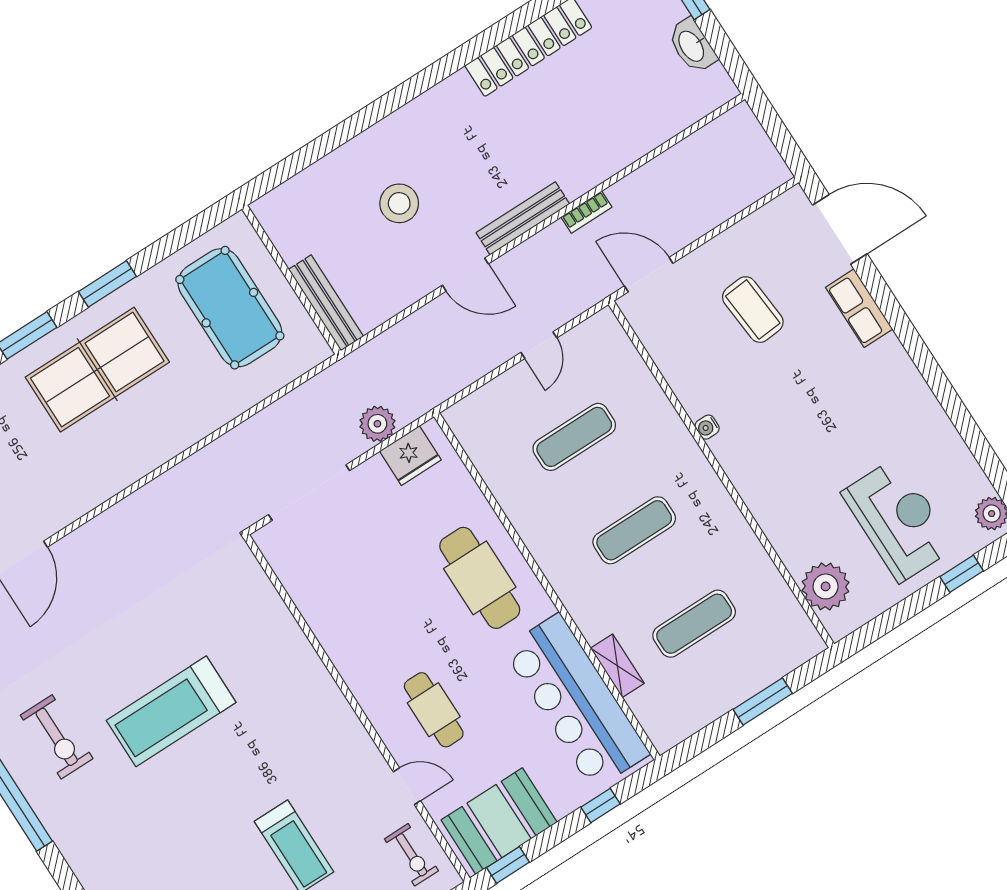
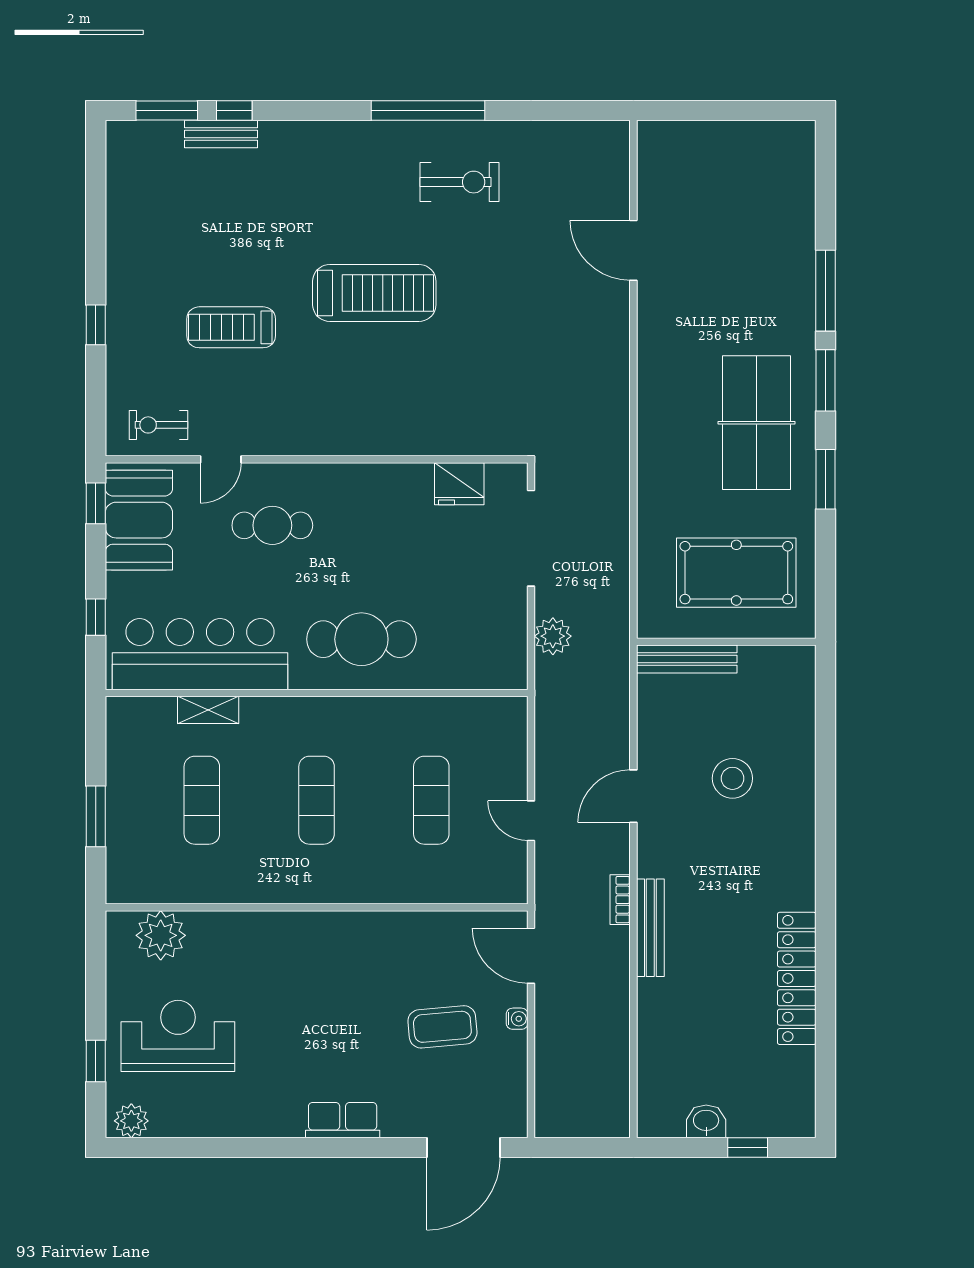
washbasin: (692, 46) -> (706, 1121), width x0.72
bookcase: (586, 212) -> (620, 900), moved
bench: (523, 218) -> (650, 928), moved
door: (649, 275) -> (531, 956), swing flipped
row of seats: (859, 308) -> (343, 1120), moved
water cooler: (707, 427) -> (517, 1019), moved, turned 90
fridge: (410, 456) -> (459, 484), moved, turned -90
reception desk: (898, 520) -> (178, 1036), turned 180
treadmill: (171, 711) -> (374, 293), moved, turned 90
exercise bike: (57, 737) -> (459, 182), turned 180

